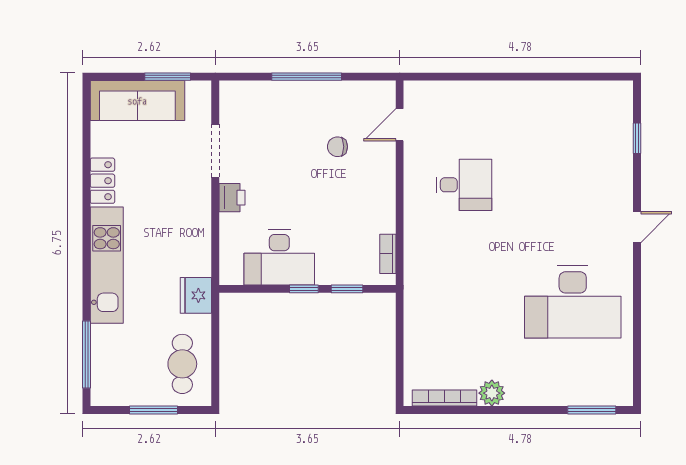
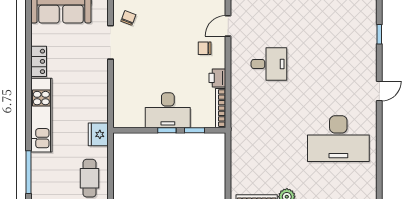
chair: (243, 112) -> (128, 18), added
chair: (337, 147) -> (205, 48), moved
printer: (232, 198) -> (217, 78), moved, turned 180
bookcase: (388, 254) -> (221, 108), width x1.56
desk: (279, 257) -> (168, 110), moved

